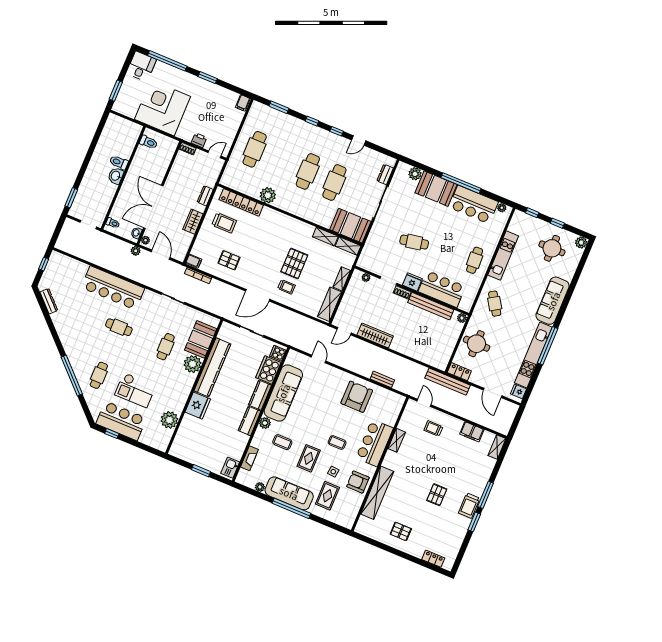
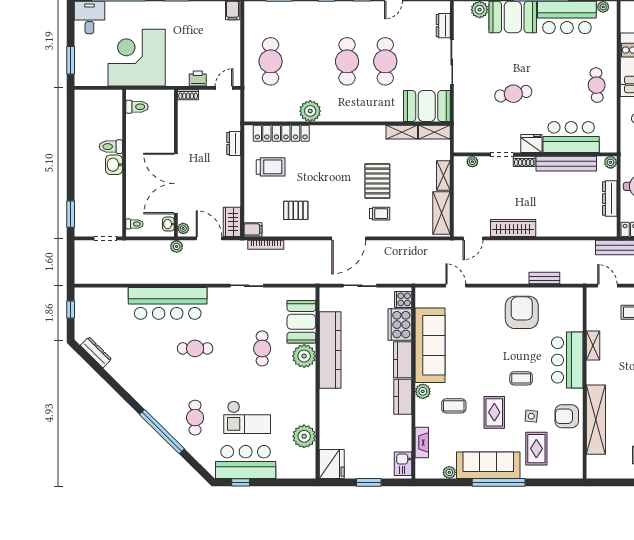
wardrobe: (193, 222) -> (232, 222), moved
dresser: (451, 343) -> (610, 199), added
fridge: (198, 406) -> (332, 464), moved

